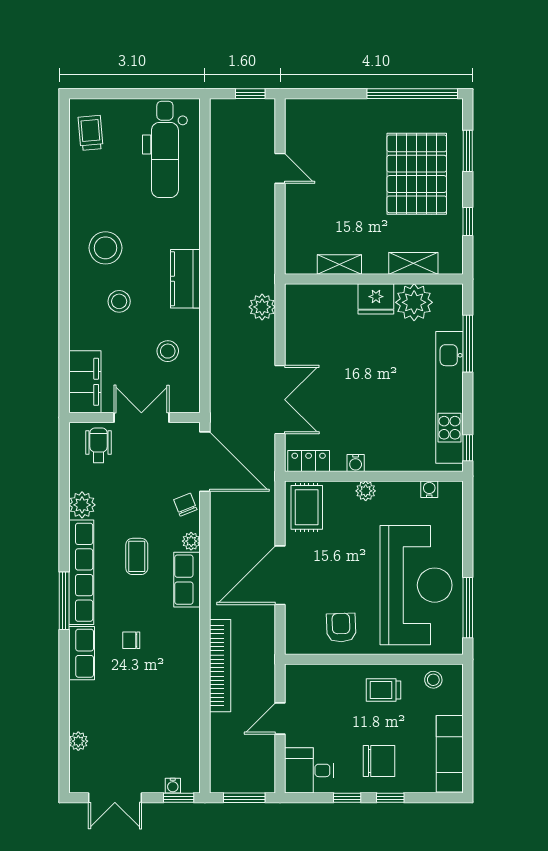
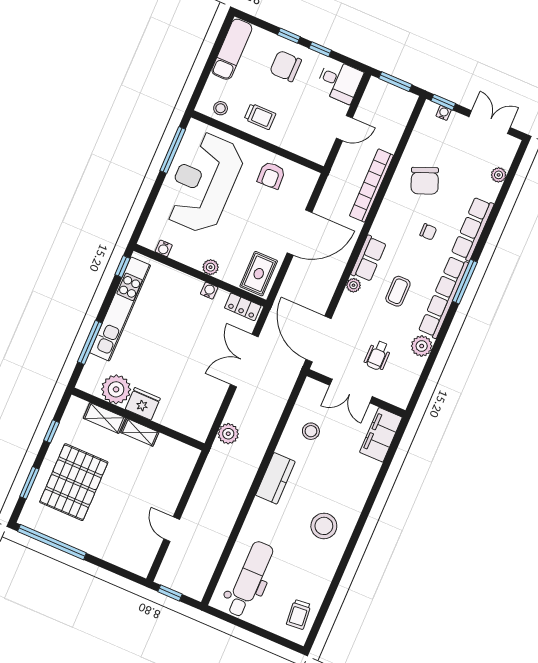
shelving: (339, 264) -> (140, 432), moved
stool: (119, 301) -> (331, 483), removed
wheelchair: (99, 445) -> (378, 355), moved
chair: (185, 505) -> (425, 181), moved, width x1.87, depth x1.87
row of seats: (82, 653) -> (473, 229), width x1.48

